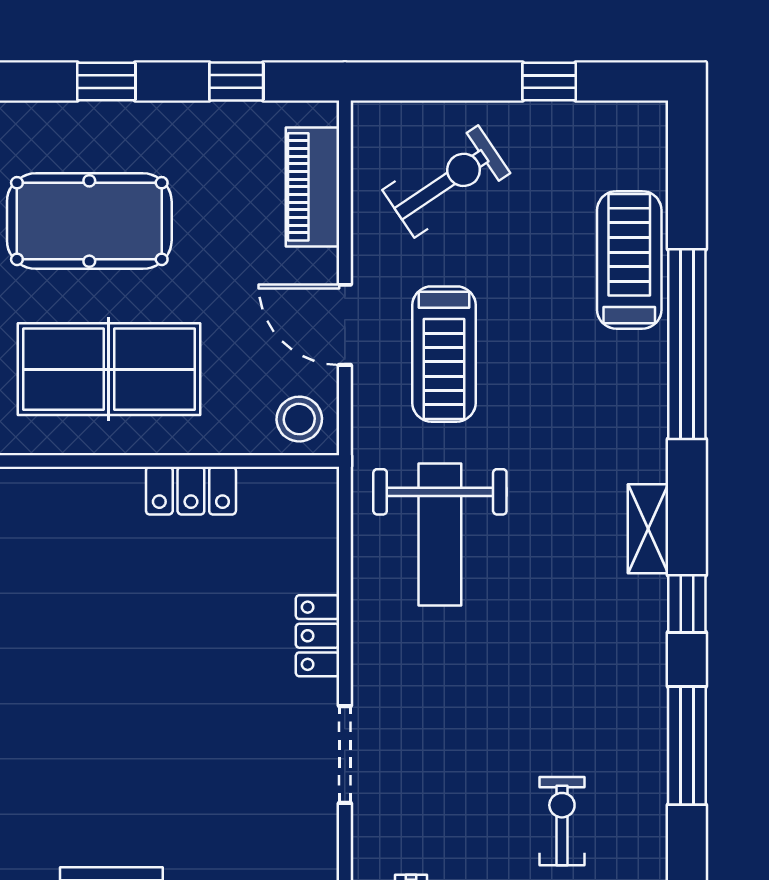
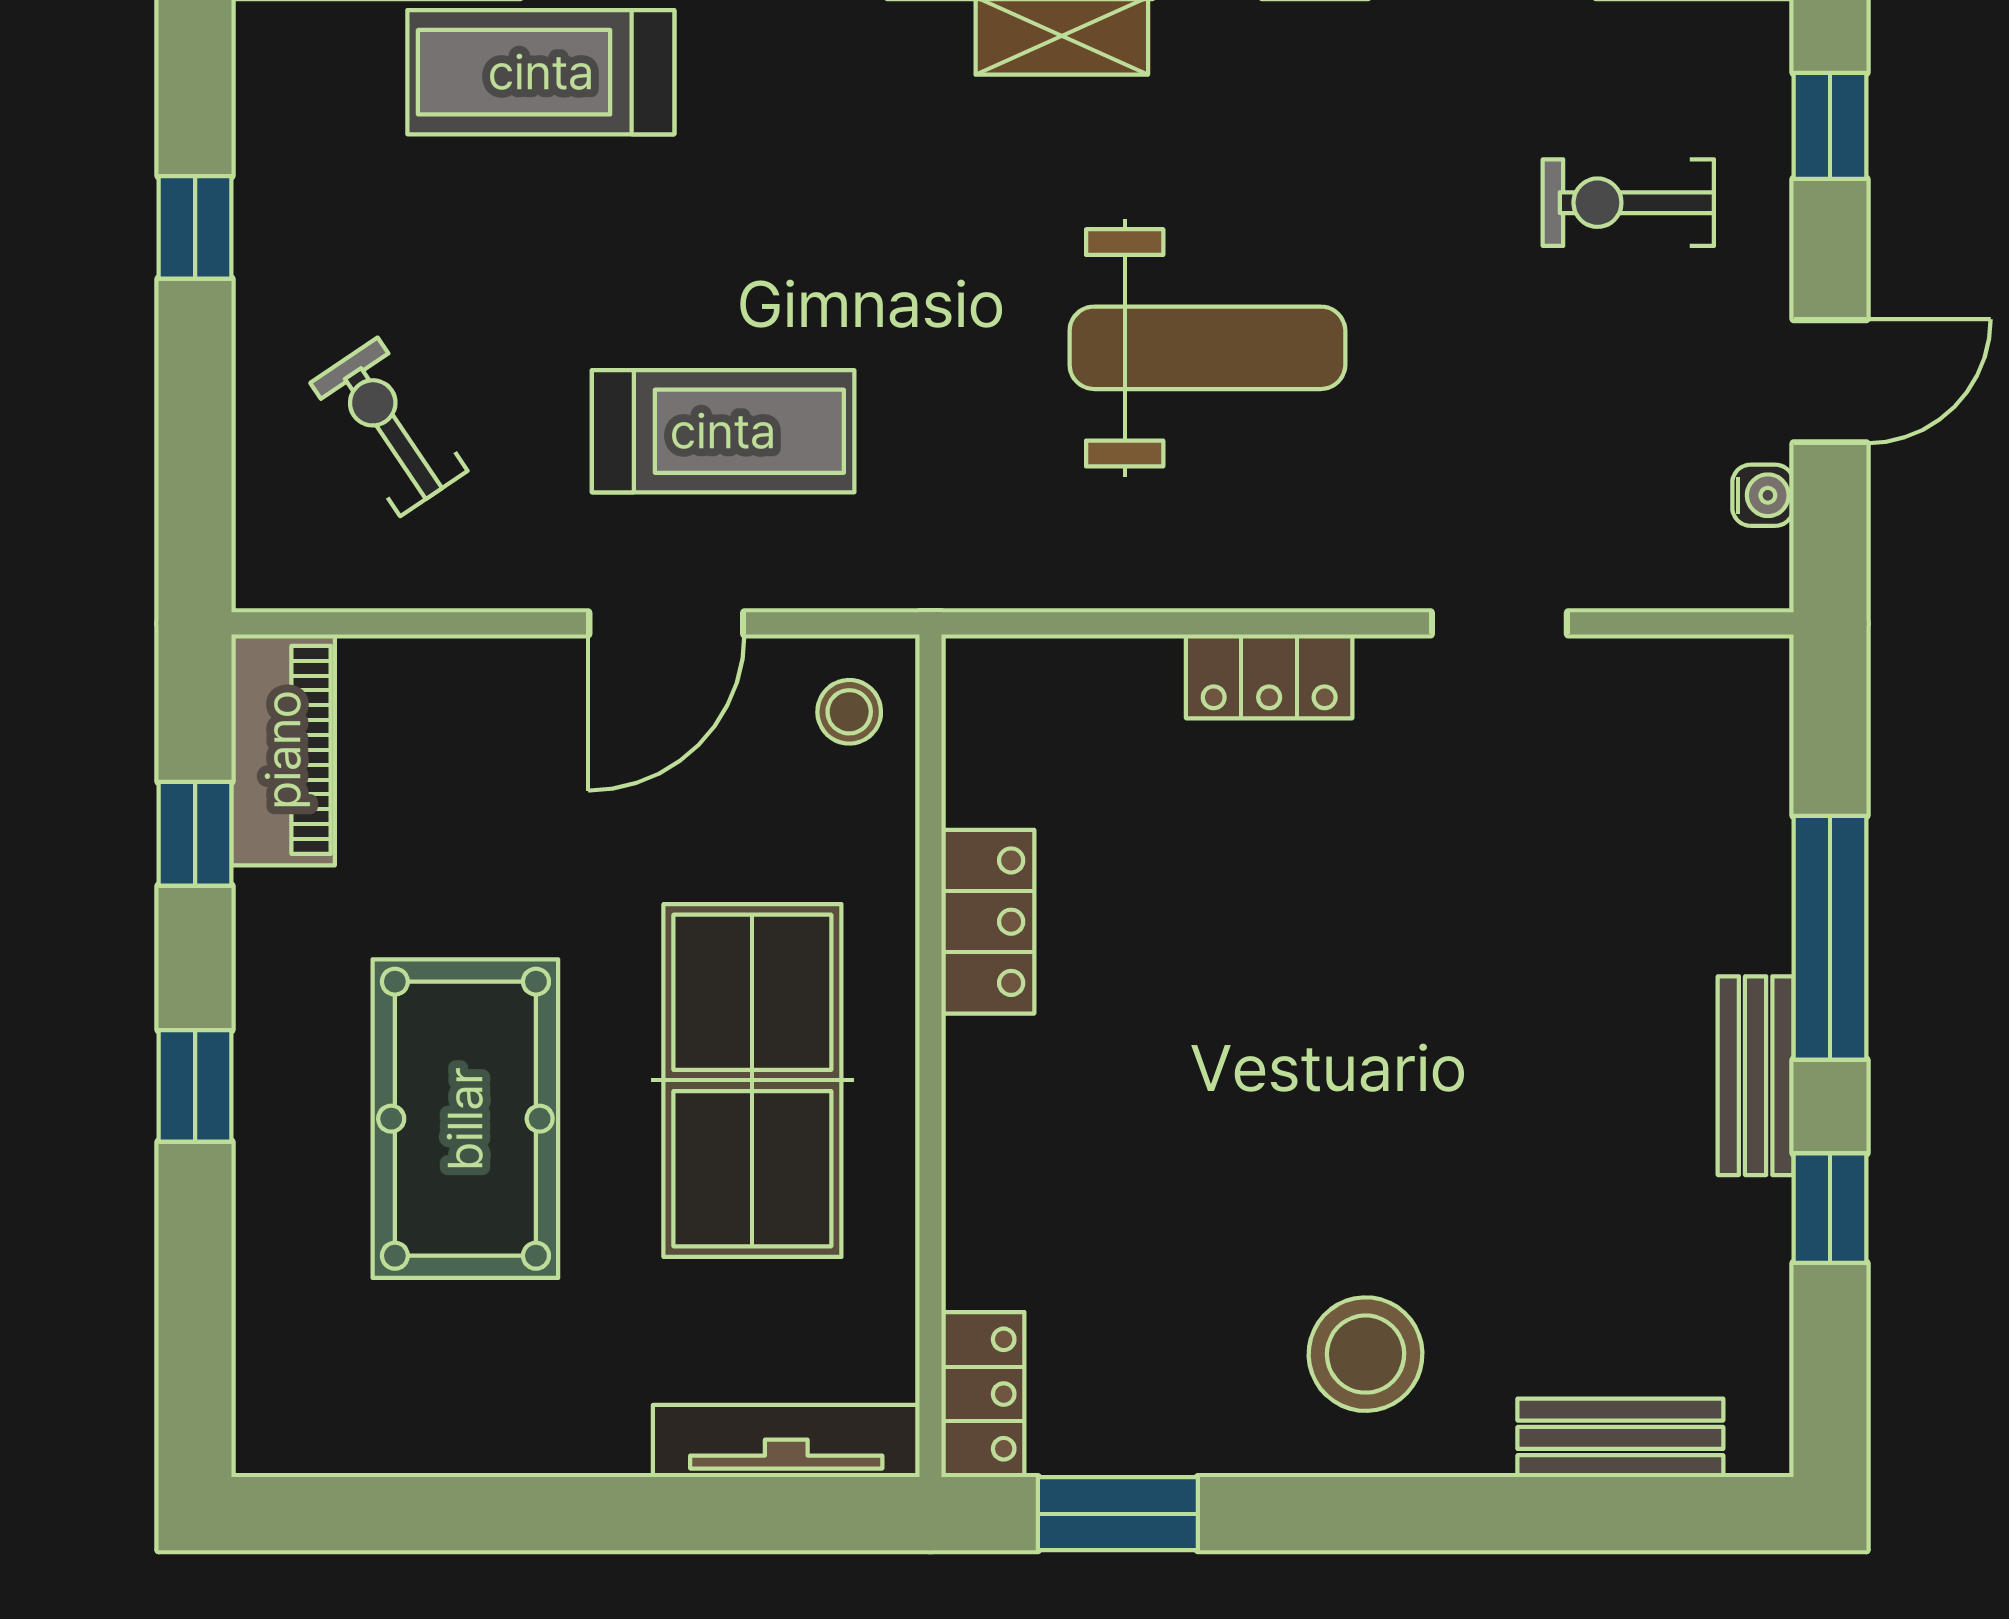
exercise bike: (446, 182) -> (389, 427), width x0.73, depth x0.72
piano: (313, 187) -> (283, 750), moved, turned -90
stool: (299, 419) -> (849, 712), width x0.73, depth x0.73
weight bench: (440, 534) -> (1207, 348), moved
doorway: (345, 755) -> (1499, 623), width x0.73

